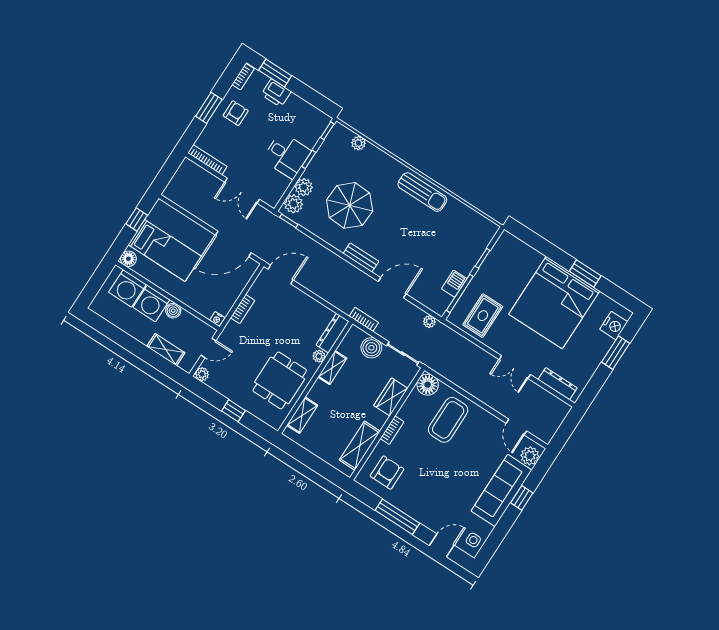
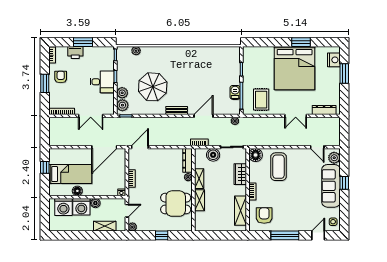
window: (275, 73) -> (83, 42), moved
sun lounger: (422, 192) -> (187, 55), removed
floor lamp: (128, 259) -> (77, 191), moved
dining table: (280, 380) -> (176, 204), turned 90
shelving: (302, 415) -> (200, 200), moved

